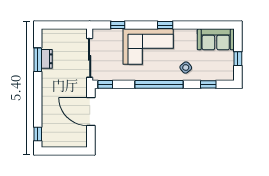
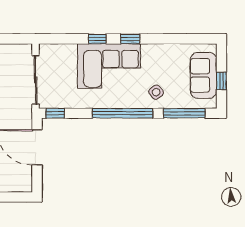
window: (118, 25) -> (97, 39), moved
sofa: (216, 39) -> (203, 75), moved, turned 90
window: (208, 84) -> (184, 113), width x2.17

